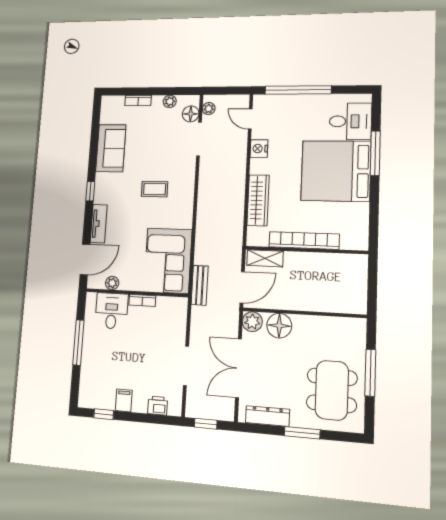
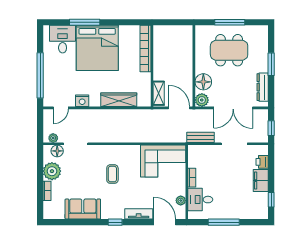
plant: (170, 101) -> (52, 171), width x1.87, depth x1.87
bookcase: (304, 241) -> (146, 49), moved
bench: (200, 285) -> (200, 137), moved
dining table: (332, 390) -> (229, 50), moved
filing cabinet: (124, 400) -> (261, 181), width x2.00

